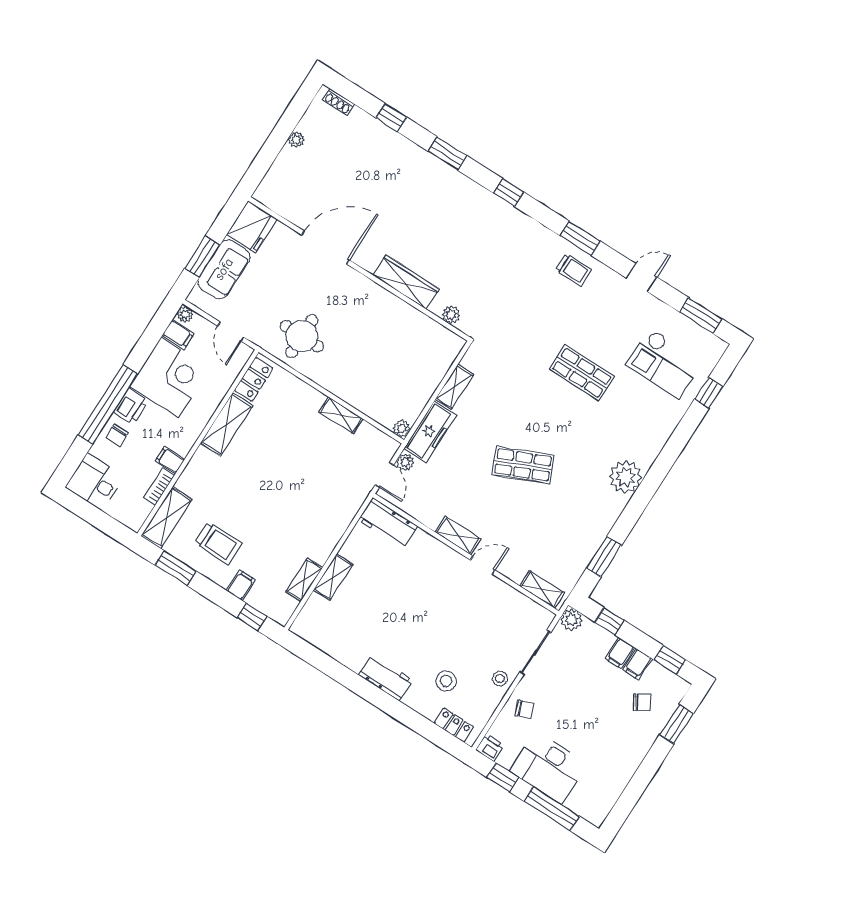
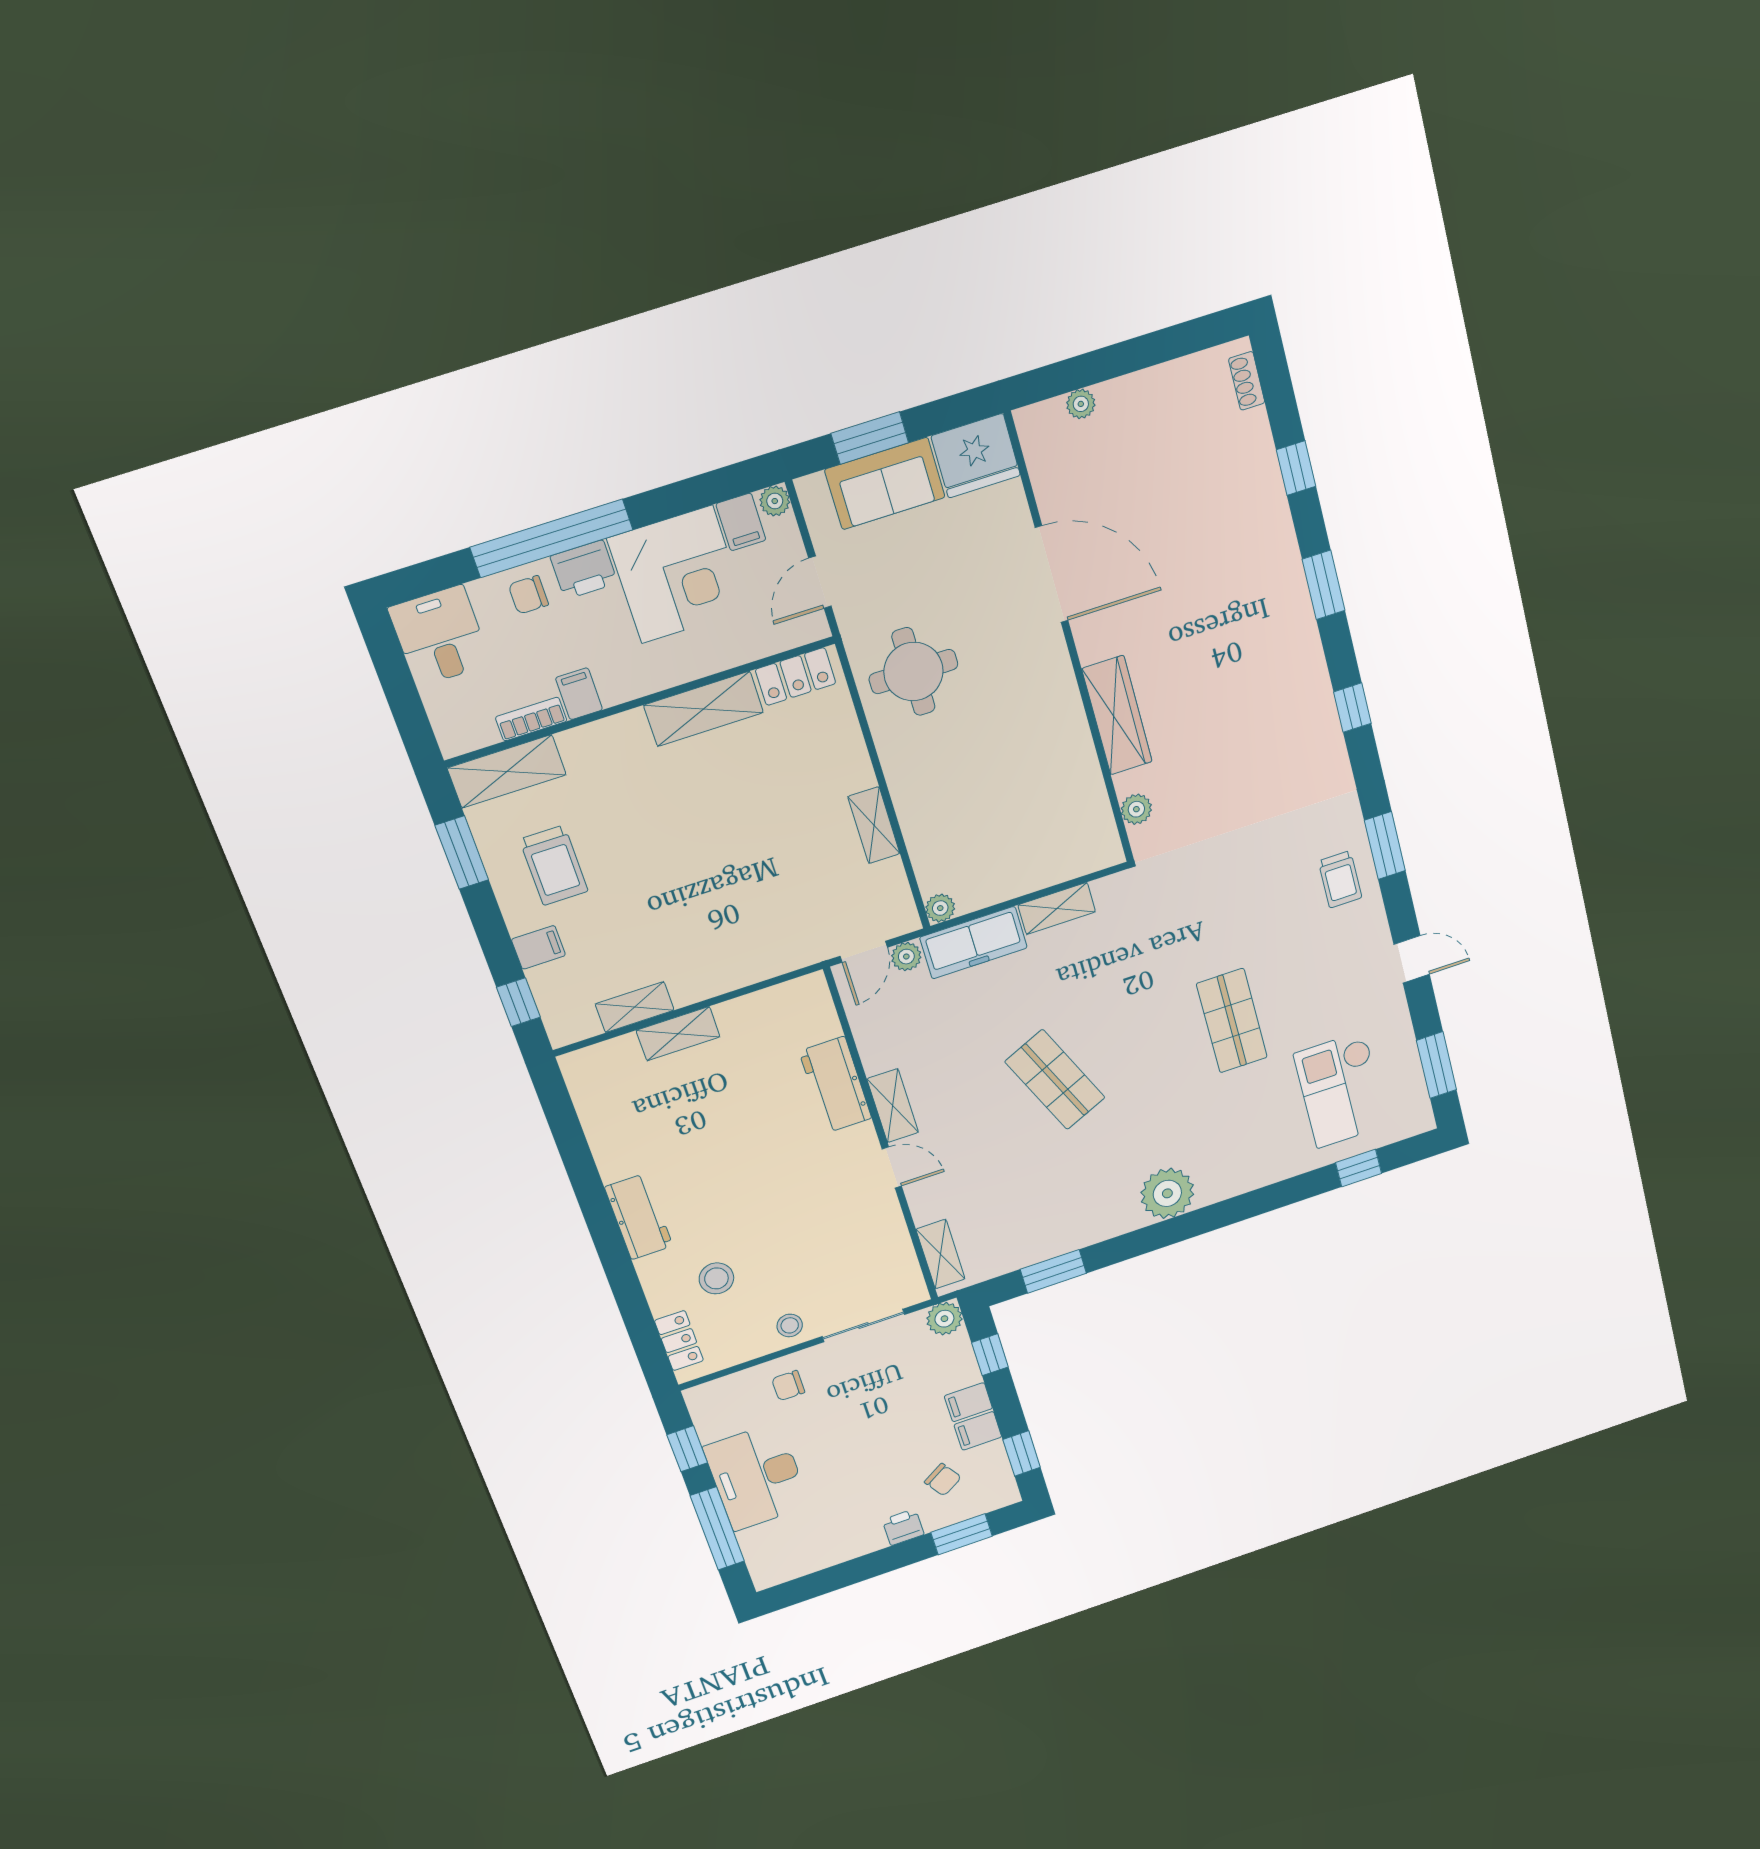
plant: (296, 140) -> (1081, 404), moved
workbench: (388, 523) -> (835, 1085), moved
chair: (525, 709) -> (788, 1386), turned 111
printer: (490, 747) -> (903, 1527), moved, turned -90

